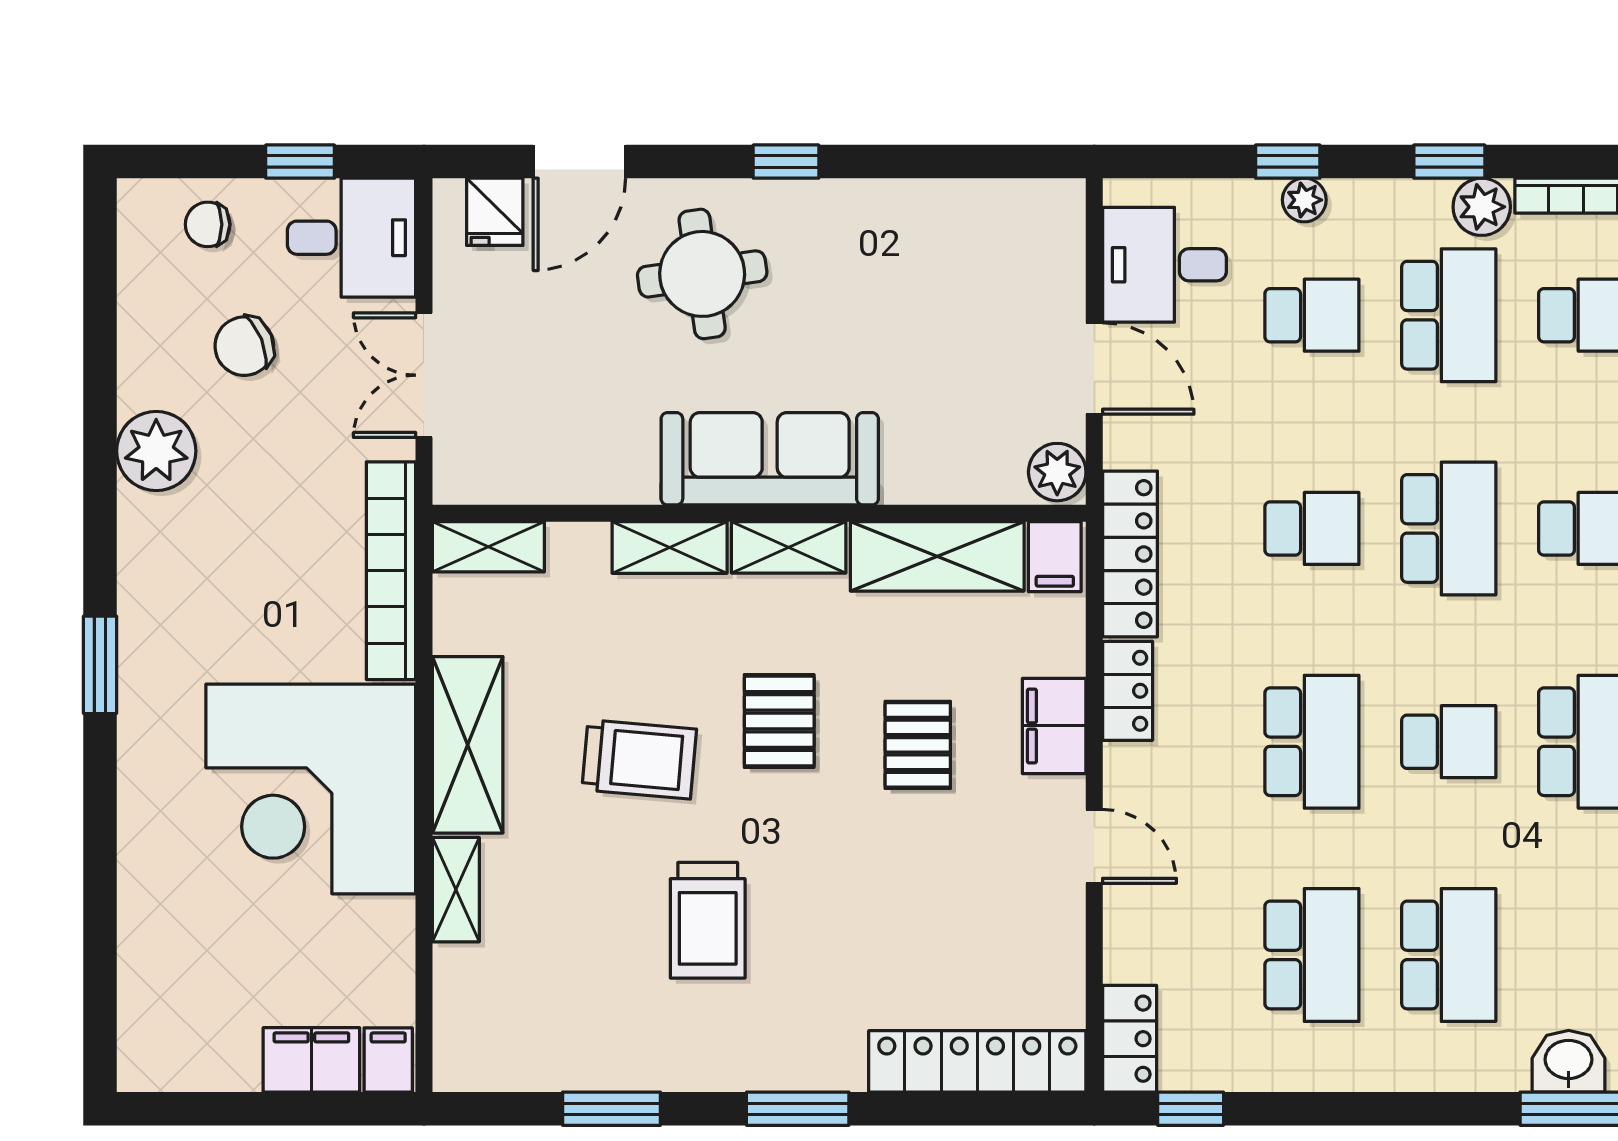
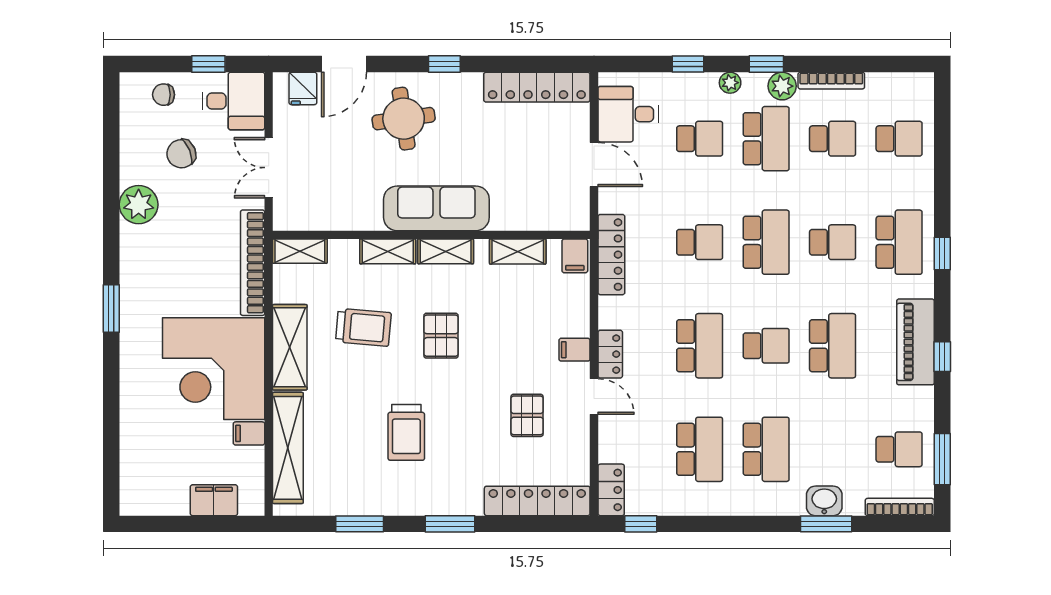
plant: (1304, 200) -> (730, 83), moved
locker: (977, 209) -> (537, 87), added
plant: (1057, 472) -> (576, 215), removed
shelving: (937, 556) -> (518, 251), width x0.67, depth x0.75
locker: (1128, 691) -> (610, 354), moved
filing cabinet: (1054, 726) -> (575, 350), width x0.50
pallet: (918, 745) -> (527, 415), moved
trolley: (639, 759) -> (363, 327), moved
shelving: (456, 890) -> (288, 448), width x2.20, depth x1.33
filing cabinet: (388, 1060) -> (249, 433), moved, turned -90

